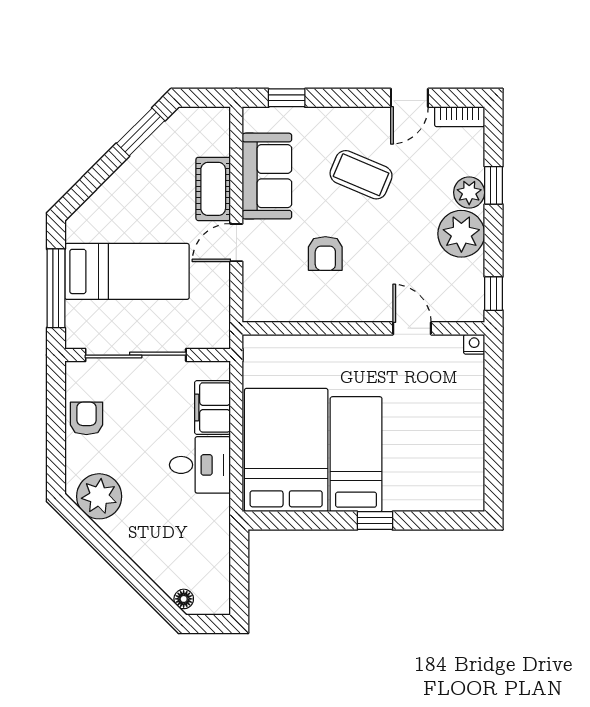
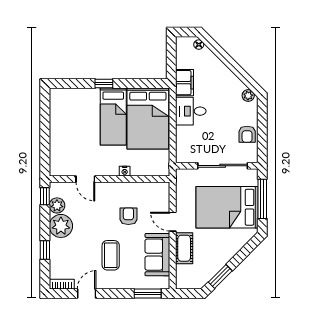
window: (287, 98) -> (148, 294), width x1.50
coffee table: (361, 175) -> (111, 255), turned 67
plant: (469, 192) -> (57, 205), moved
door: (236, 243) -> (173, 222), swing flipped
bed: (127, 271) -> (227, 207), width x1.50
nightstand: (474, 344) -> (125, 171), moved
filing cabinet: (213, 407) -> (184, 83), moved
plant: (99, 496) -> (248, 96), width x0.53, depth x0.53

